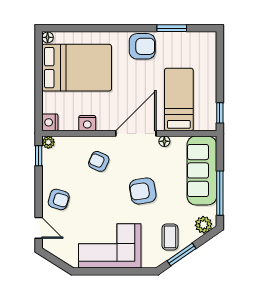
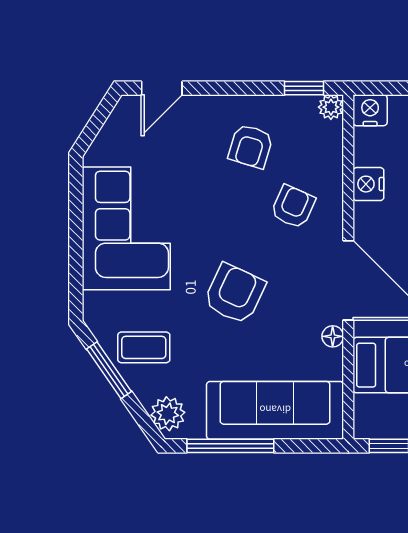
armchair: (143, 191) -> (235, 294), turned 34
armchair: (59, 199) -> (251, 146), moved

